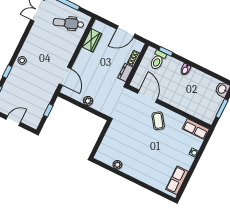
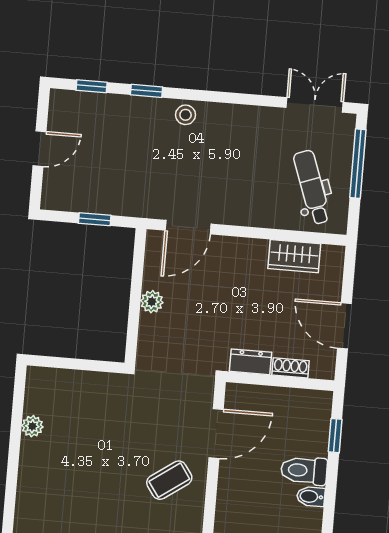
toilet: (158, 60) -> (304, 470), moved
door: (13, 121) -> (39, 149), hinge flipped

